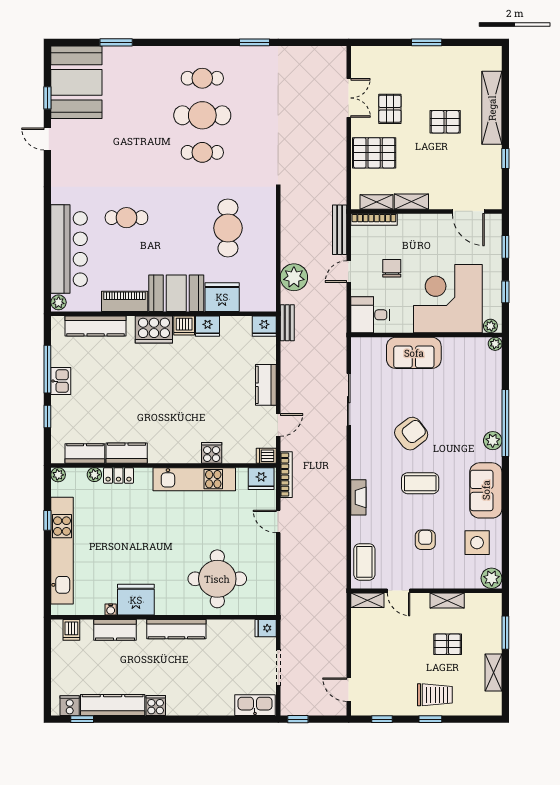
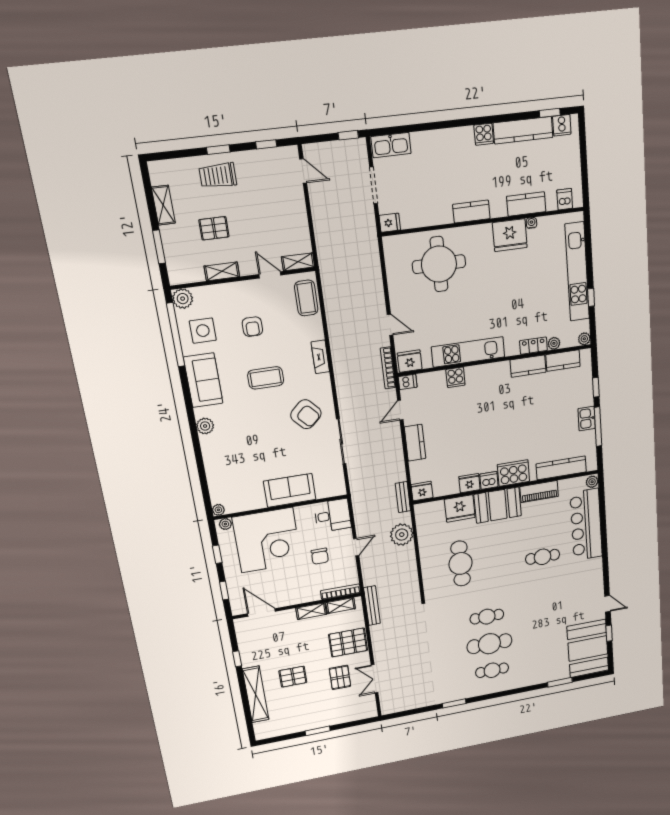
bench: (340, 230) -> (372, 606), moved
window: (505, 423) -> (176, 335), moved
armchair: (411, 434) -> (306, 414), moved, turned -96
kitchen counter: (176, 629) -> (471, 212), width x0.67

